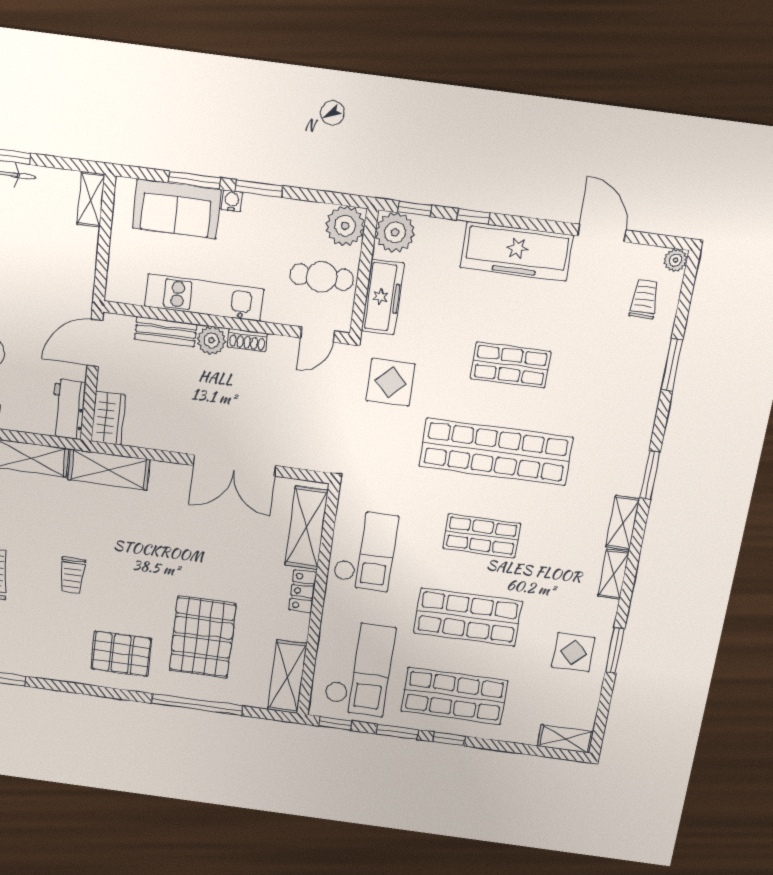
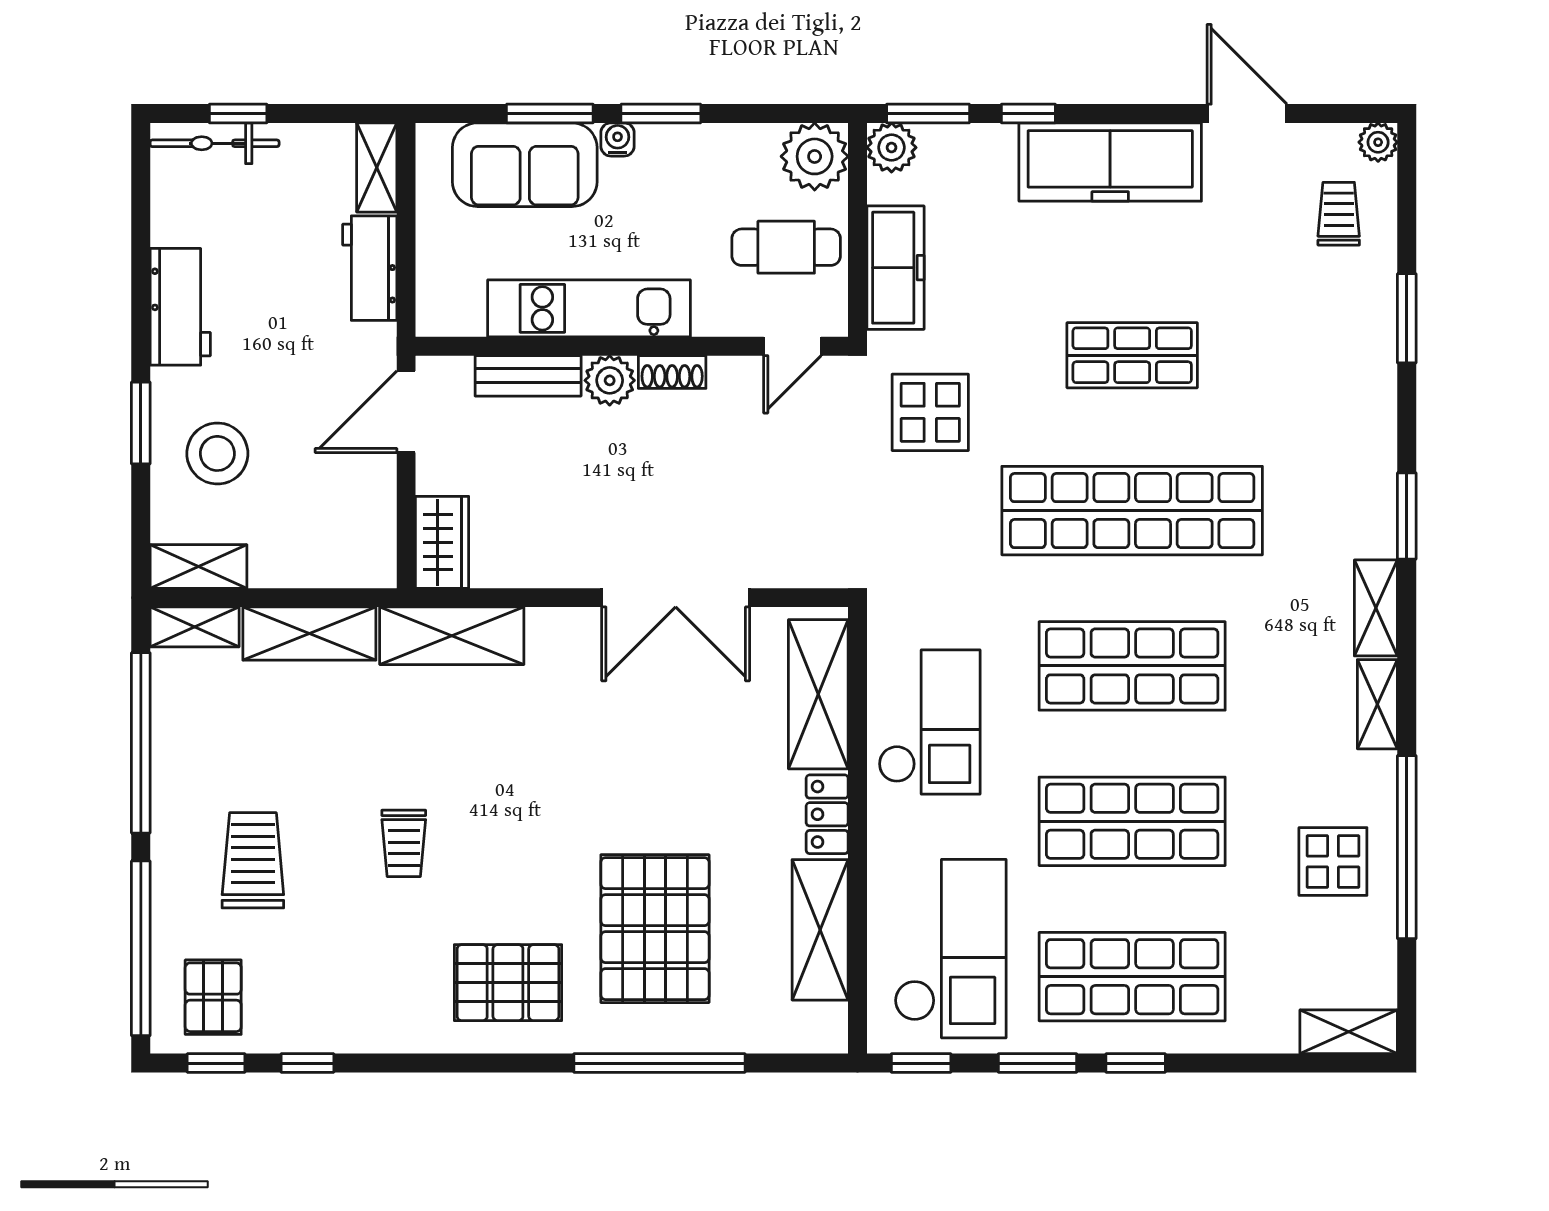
window: (415, 209) -> (928, 114), width x1.50
plant: (395, 232) -> (892, 147), width x0.73, depth x0.73
workbench: (68, 409) -> (370, 268), moved
shop shelf: (482, 536) -> (1132, 666), width x1.43, depth x1.36
window: (615, 650) -> (1407, 847), width x2.11
shelving: (287, 677) -> (820, 930), moved

